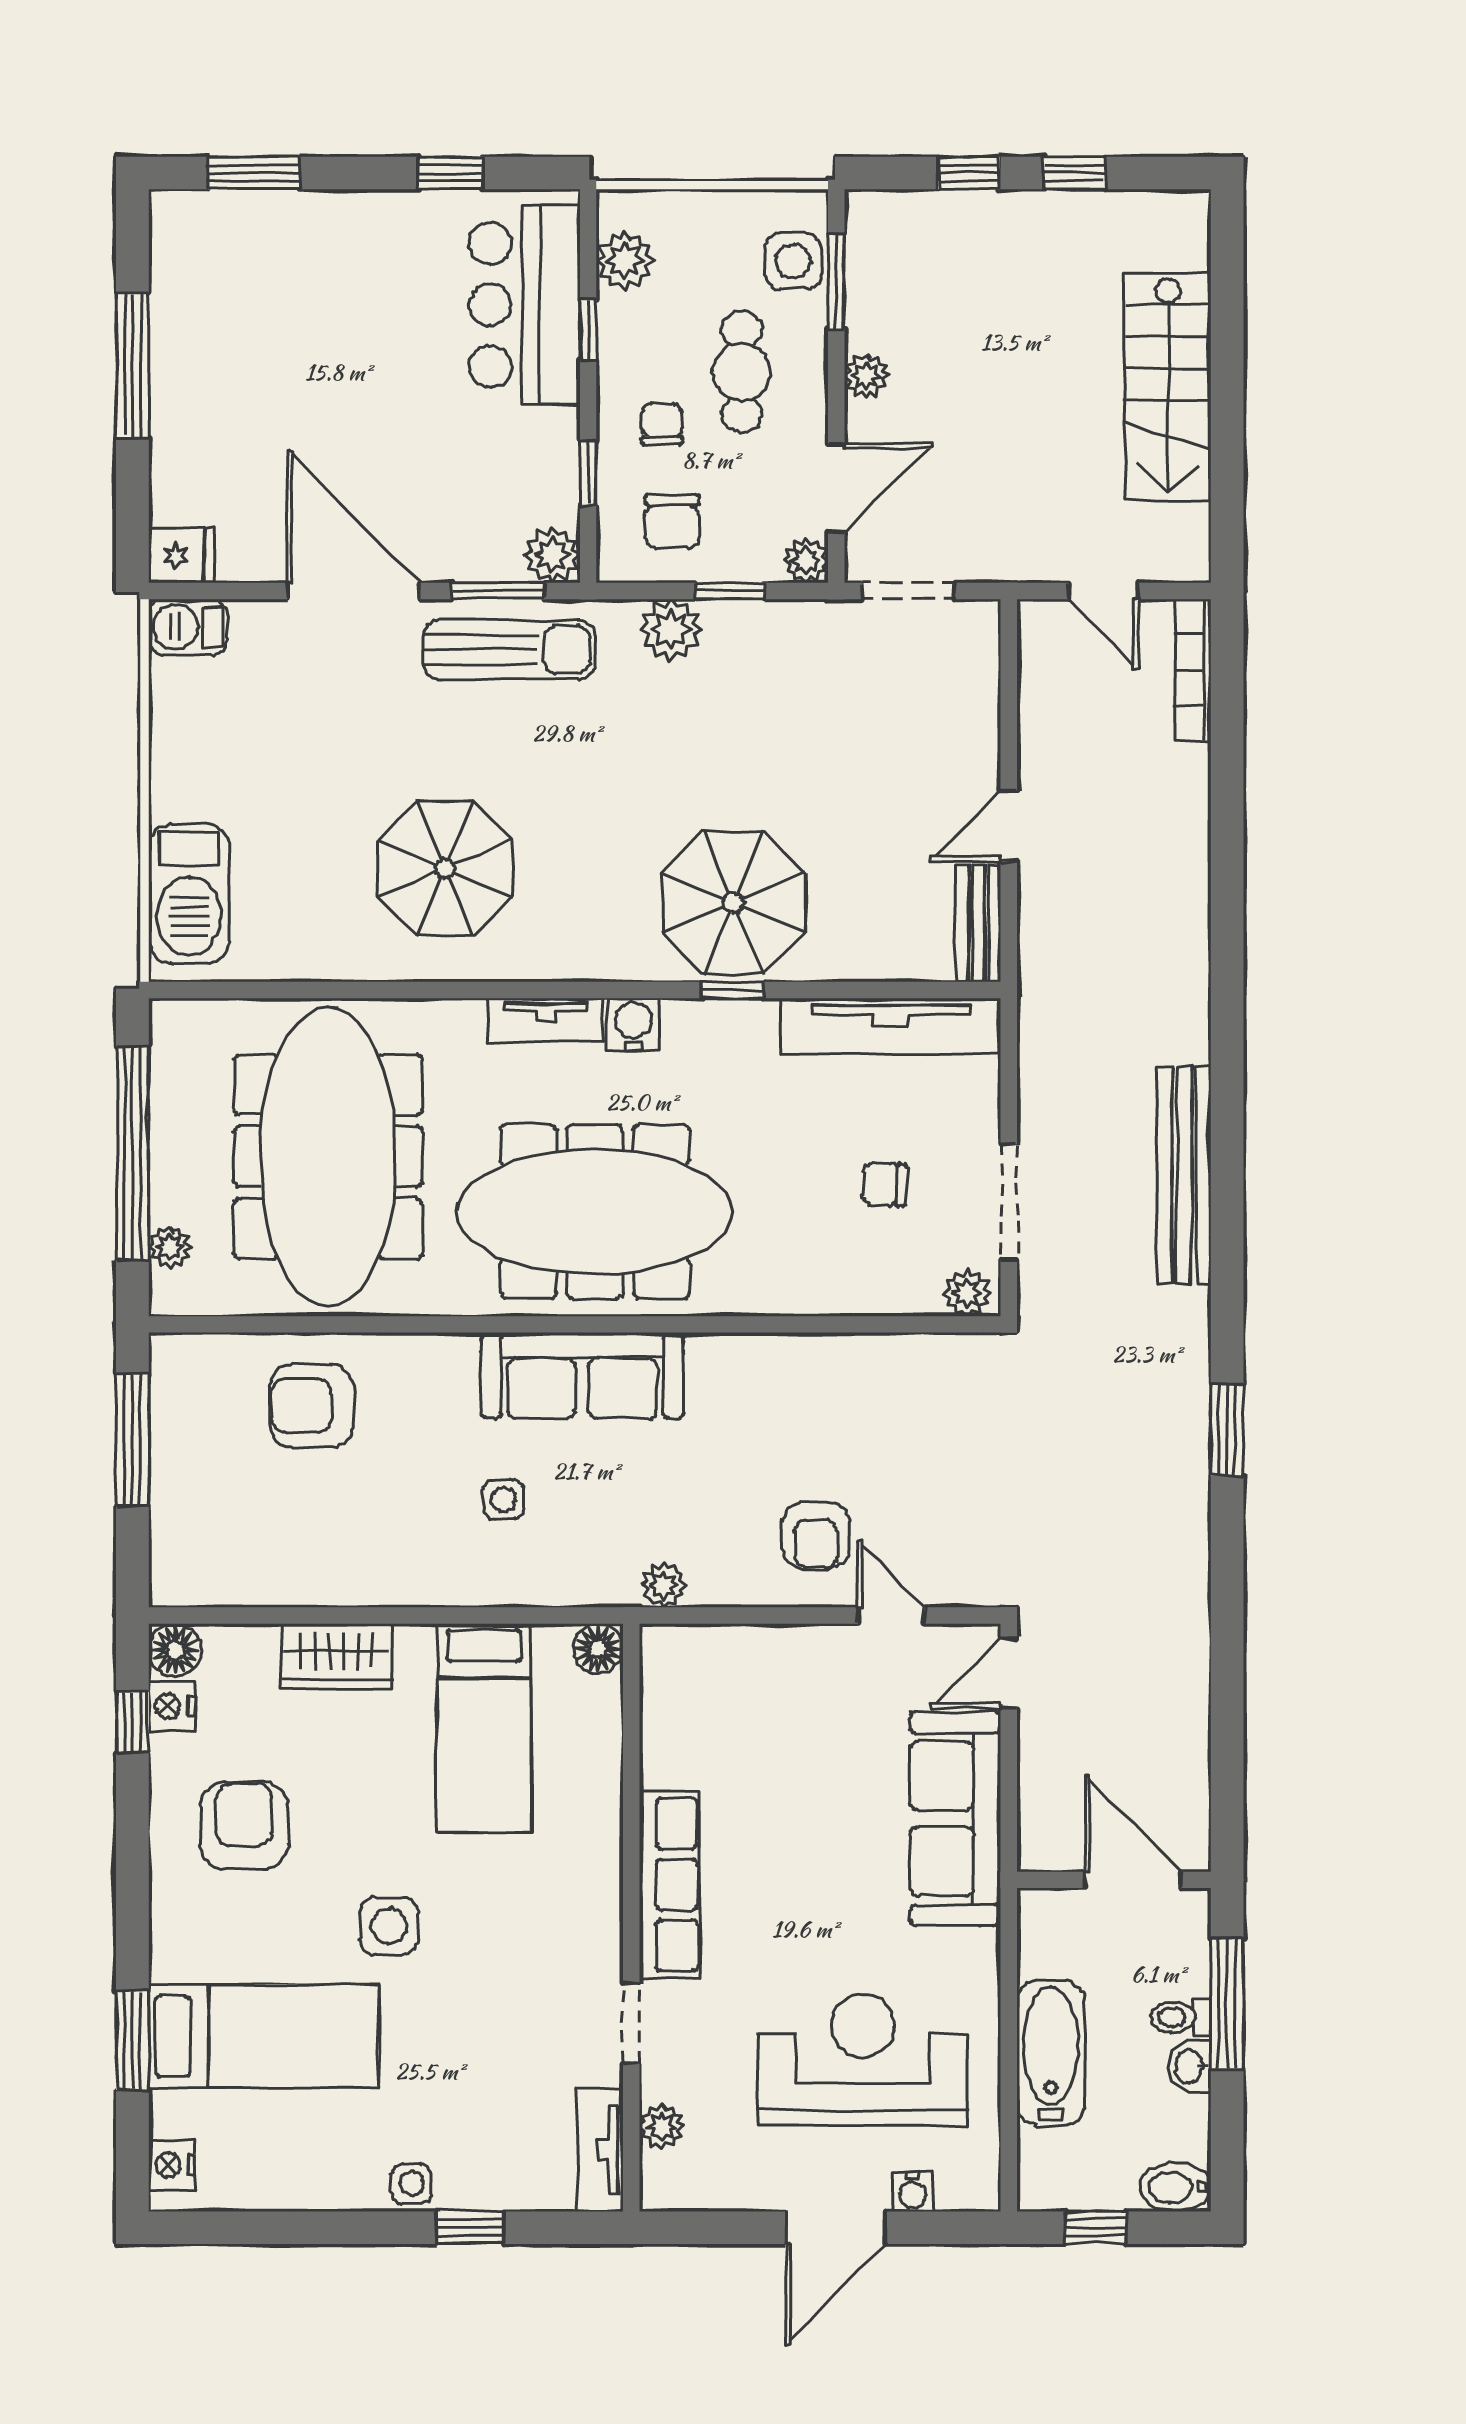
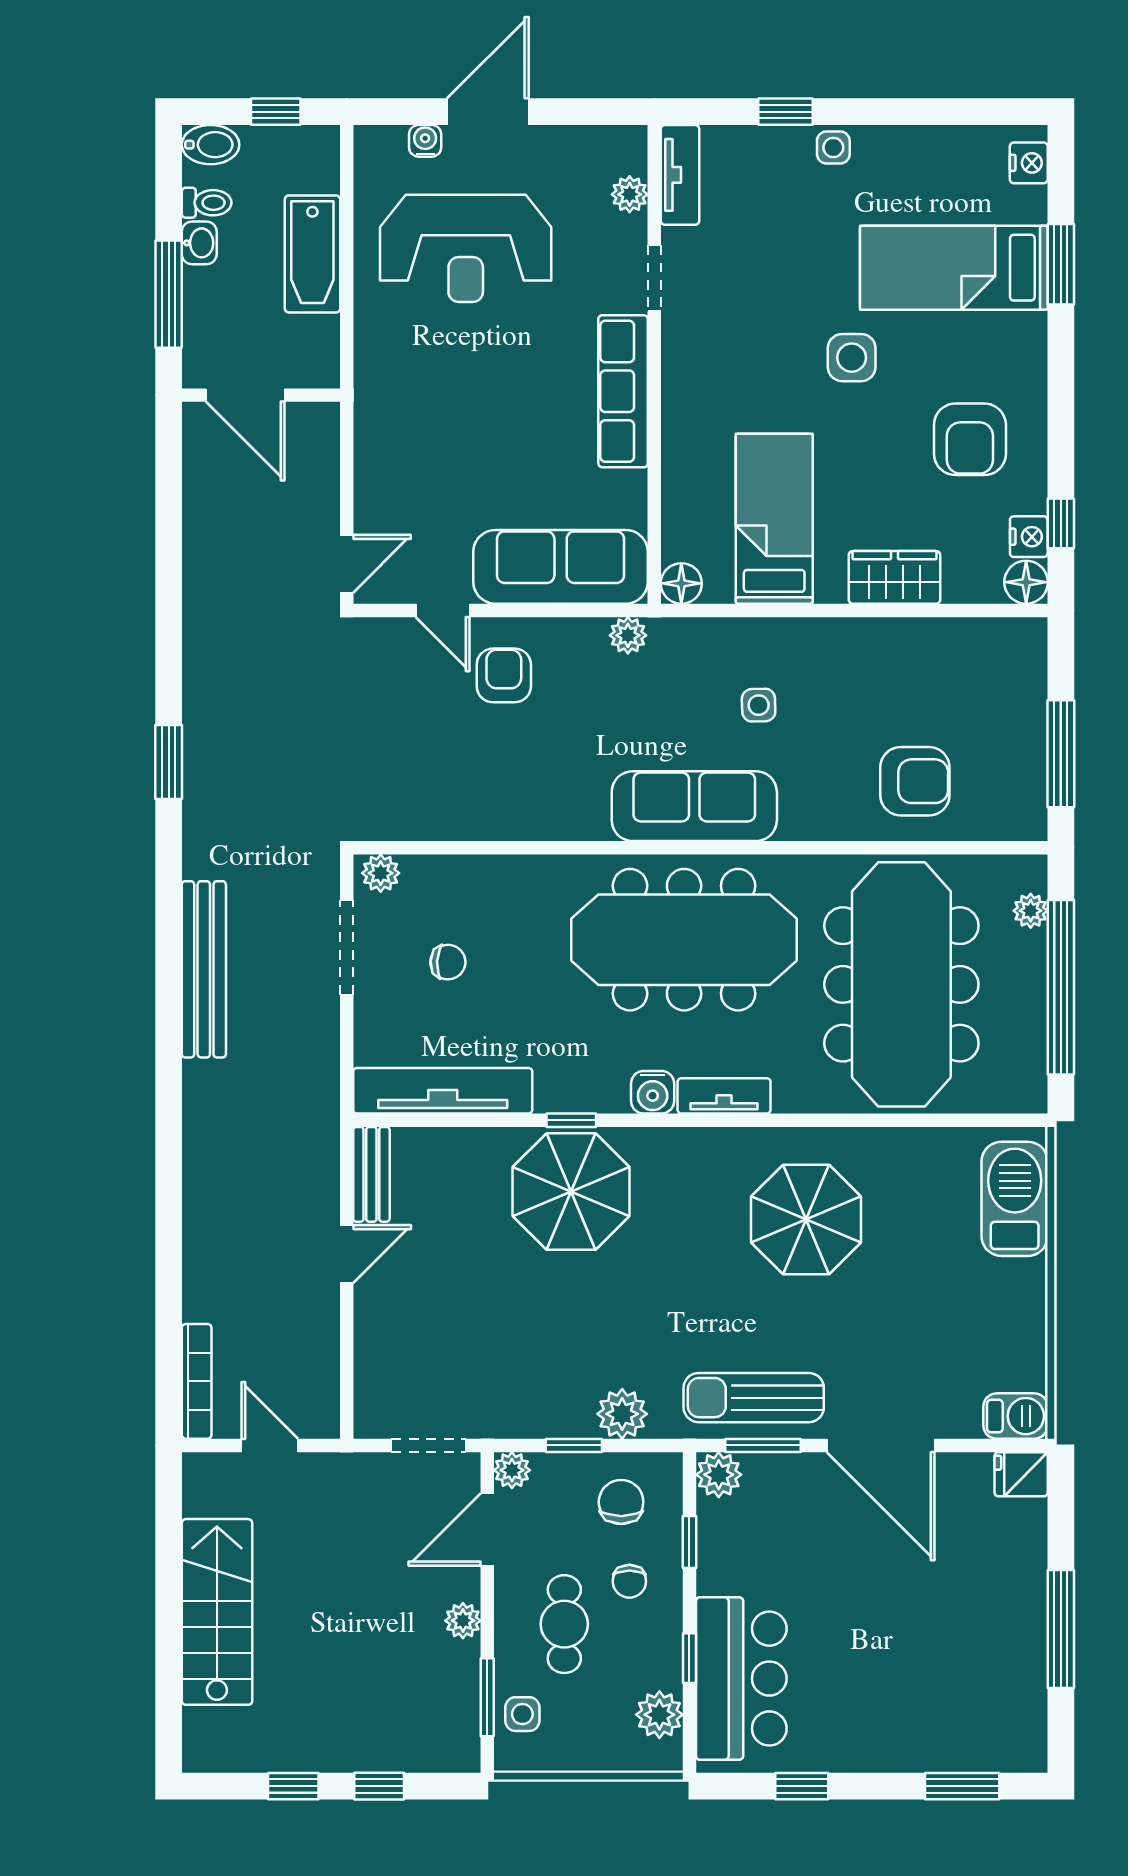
side table: (793, 261) -> (522, 1714), width x0.73, depth x0.73
sofa: (955, 1819) -> (561, 567), moved, turned -90
toilet: (1181, 2017) -> (207, 203), moved

